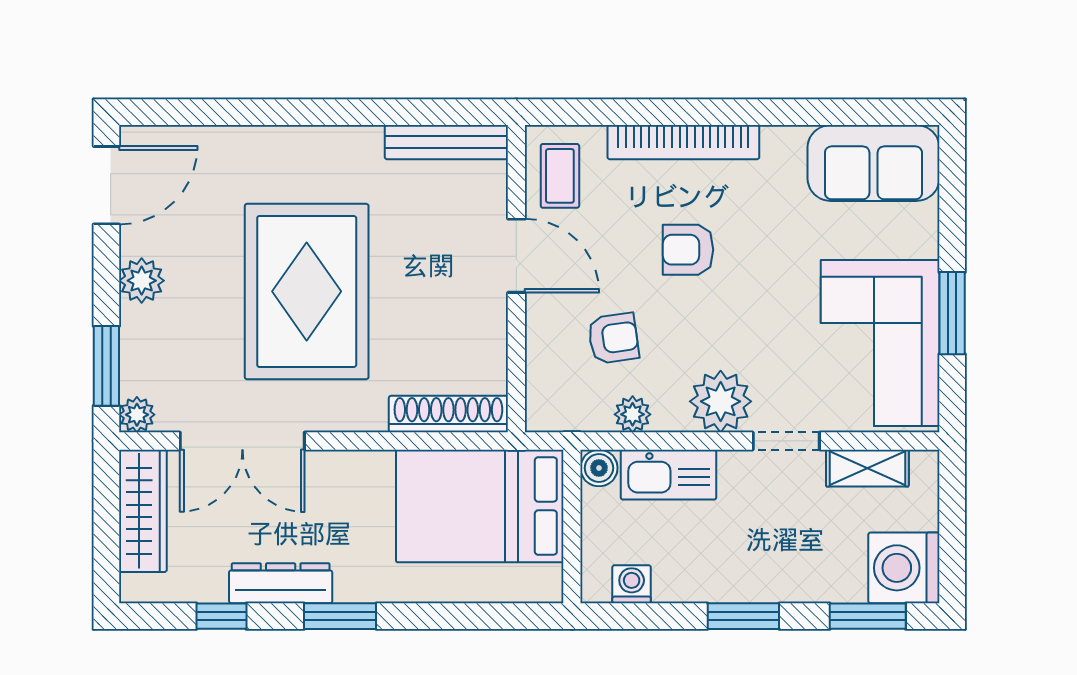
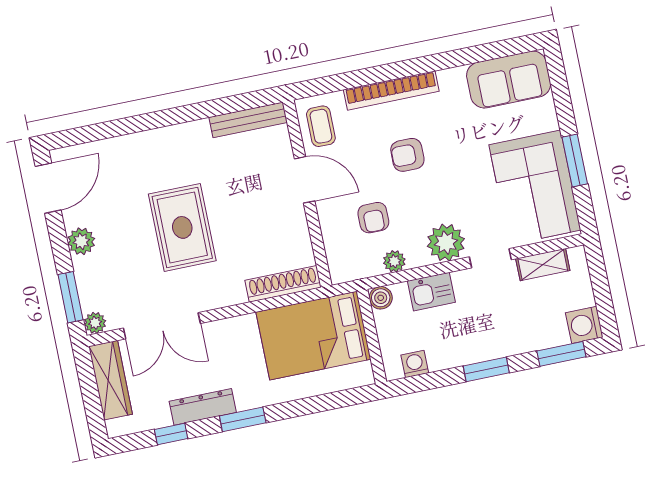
rug: (307, 291) -> (182, 227), width x0.73, depth x0.69
armchair: (613, 338) -> (373, 218), turned 98
kitchen sink: (668, 475) -> (431, 292), width x0.73
washing machine: (904, 568) -> (584, 325), width x0.73, depth x0.73

